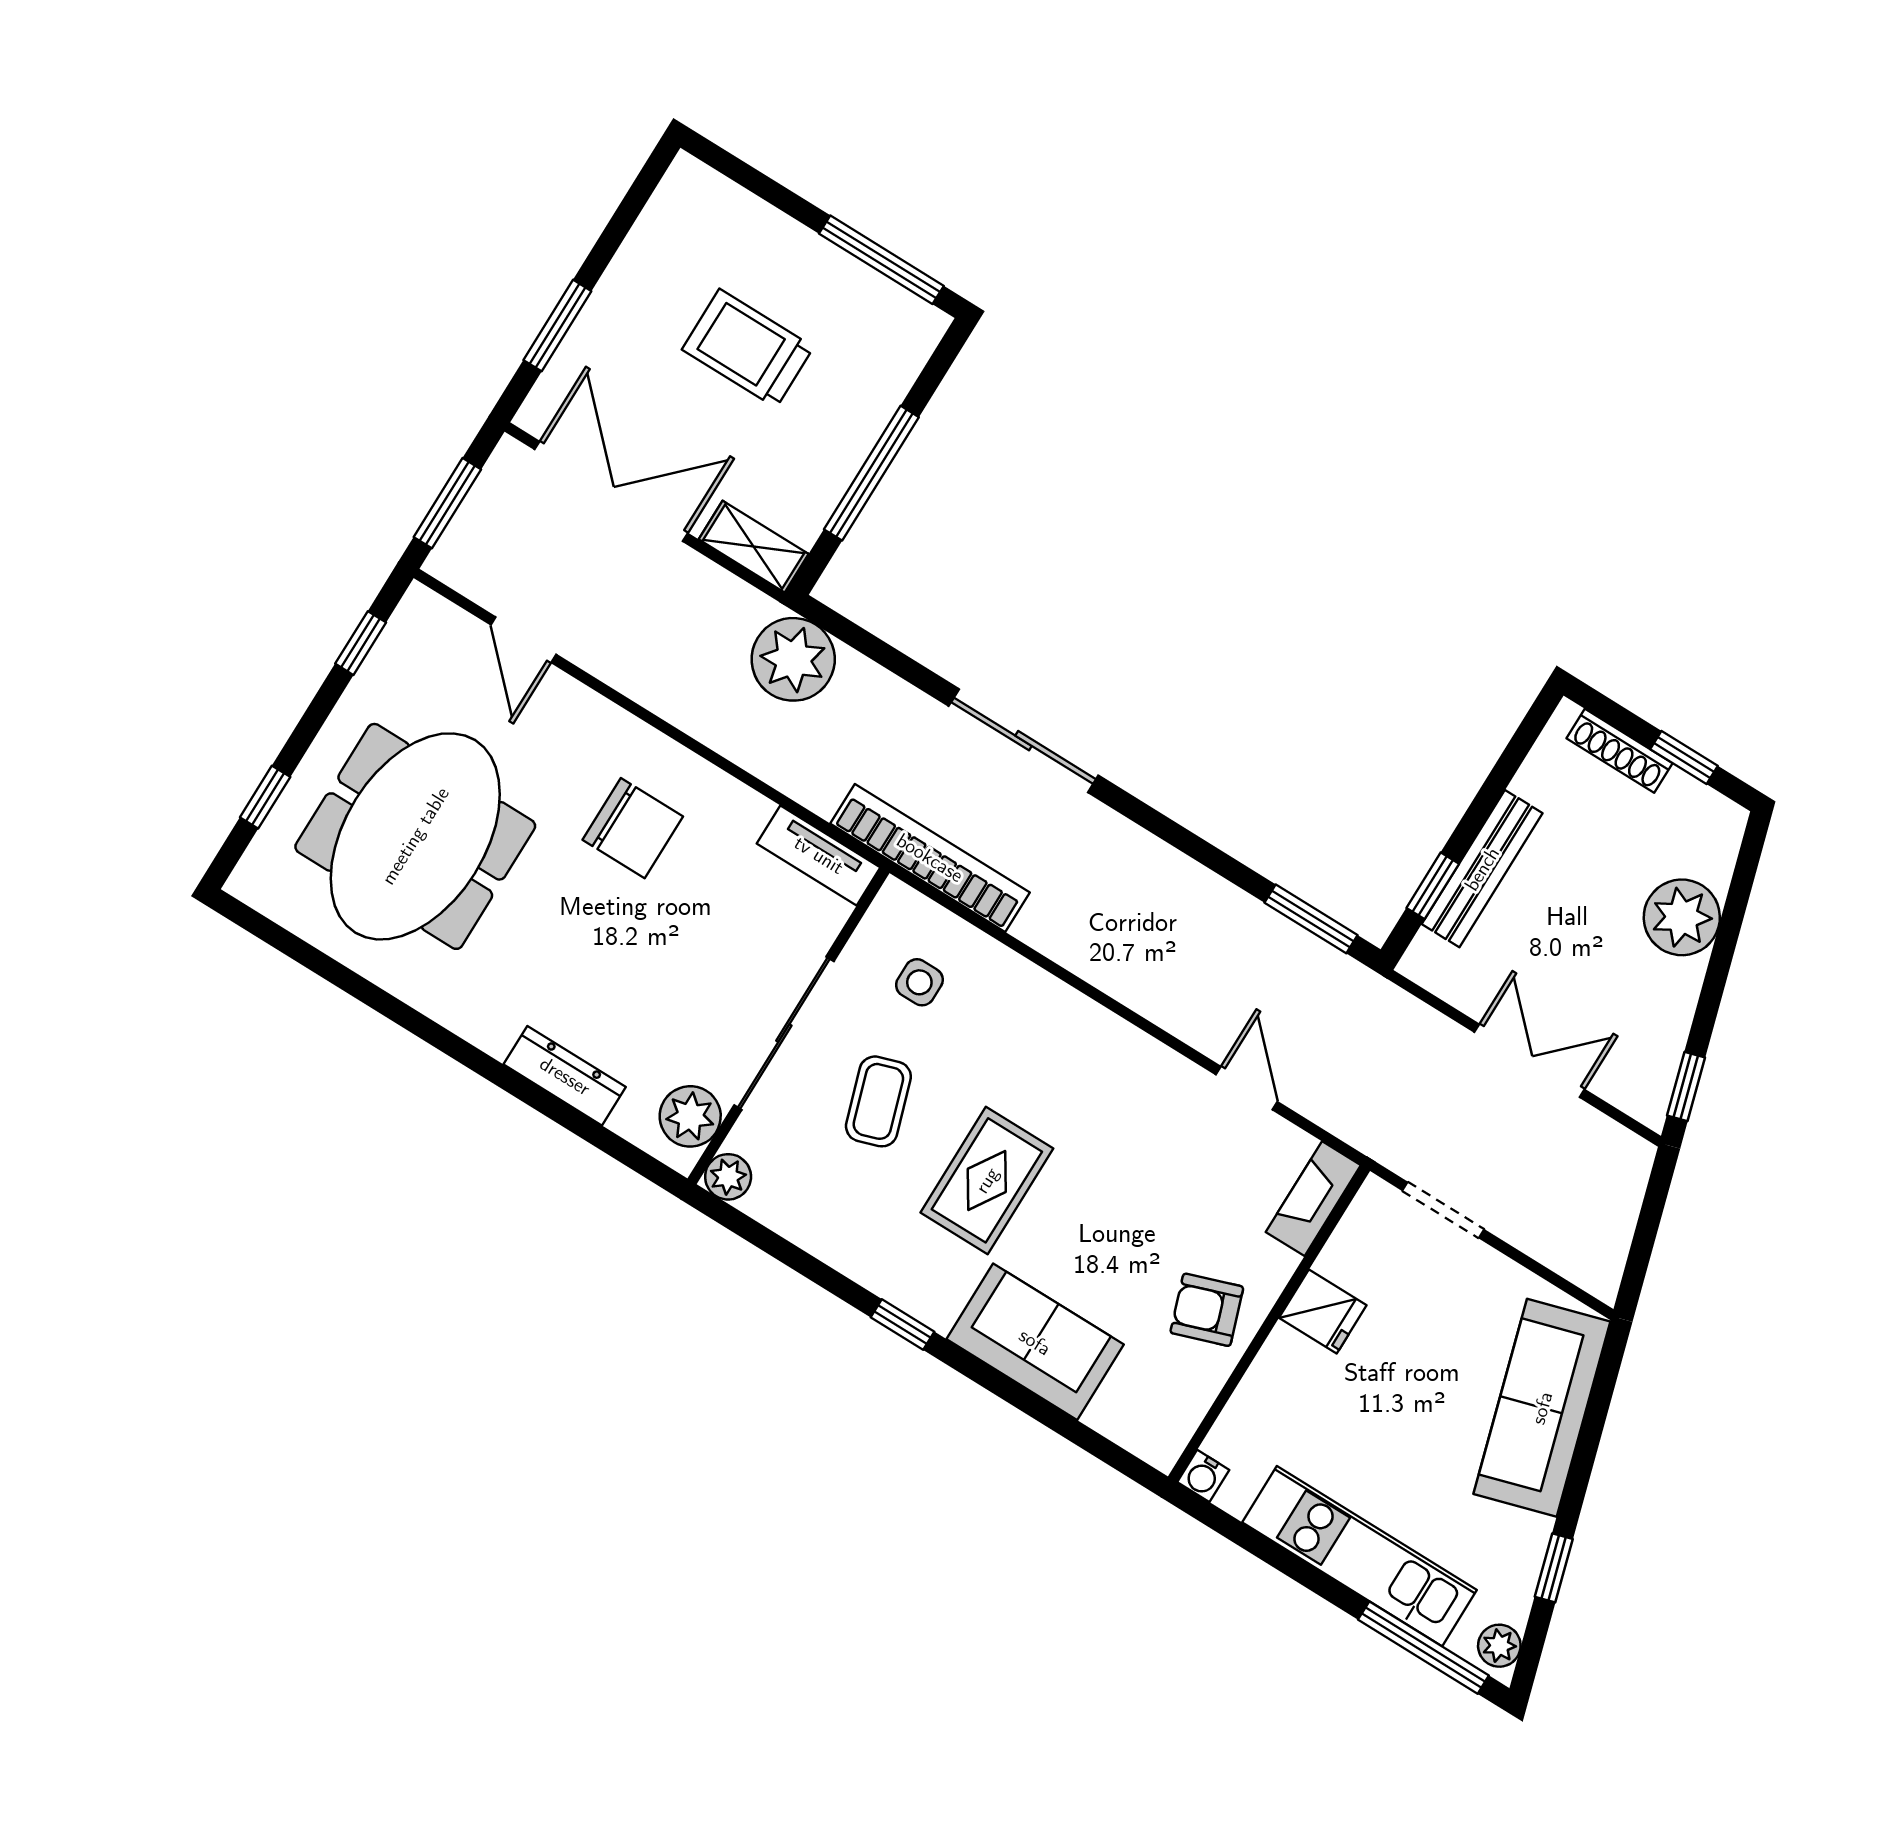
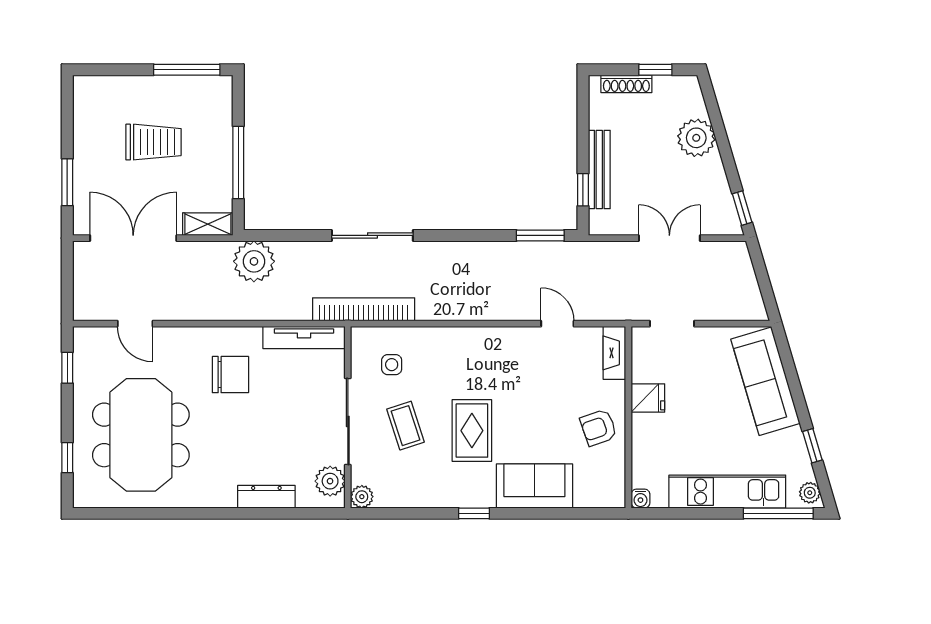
trolley: (748, 348) -> (153, 142), turned 180
window: (447, 503) -> (67, 286), removed
tv unit: (819, 855) -> (304, 337), width x1.41

